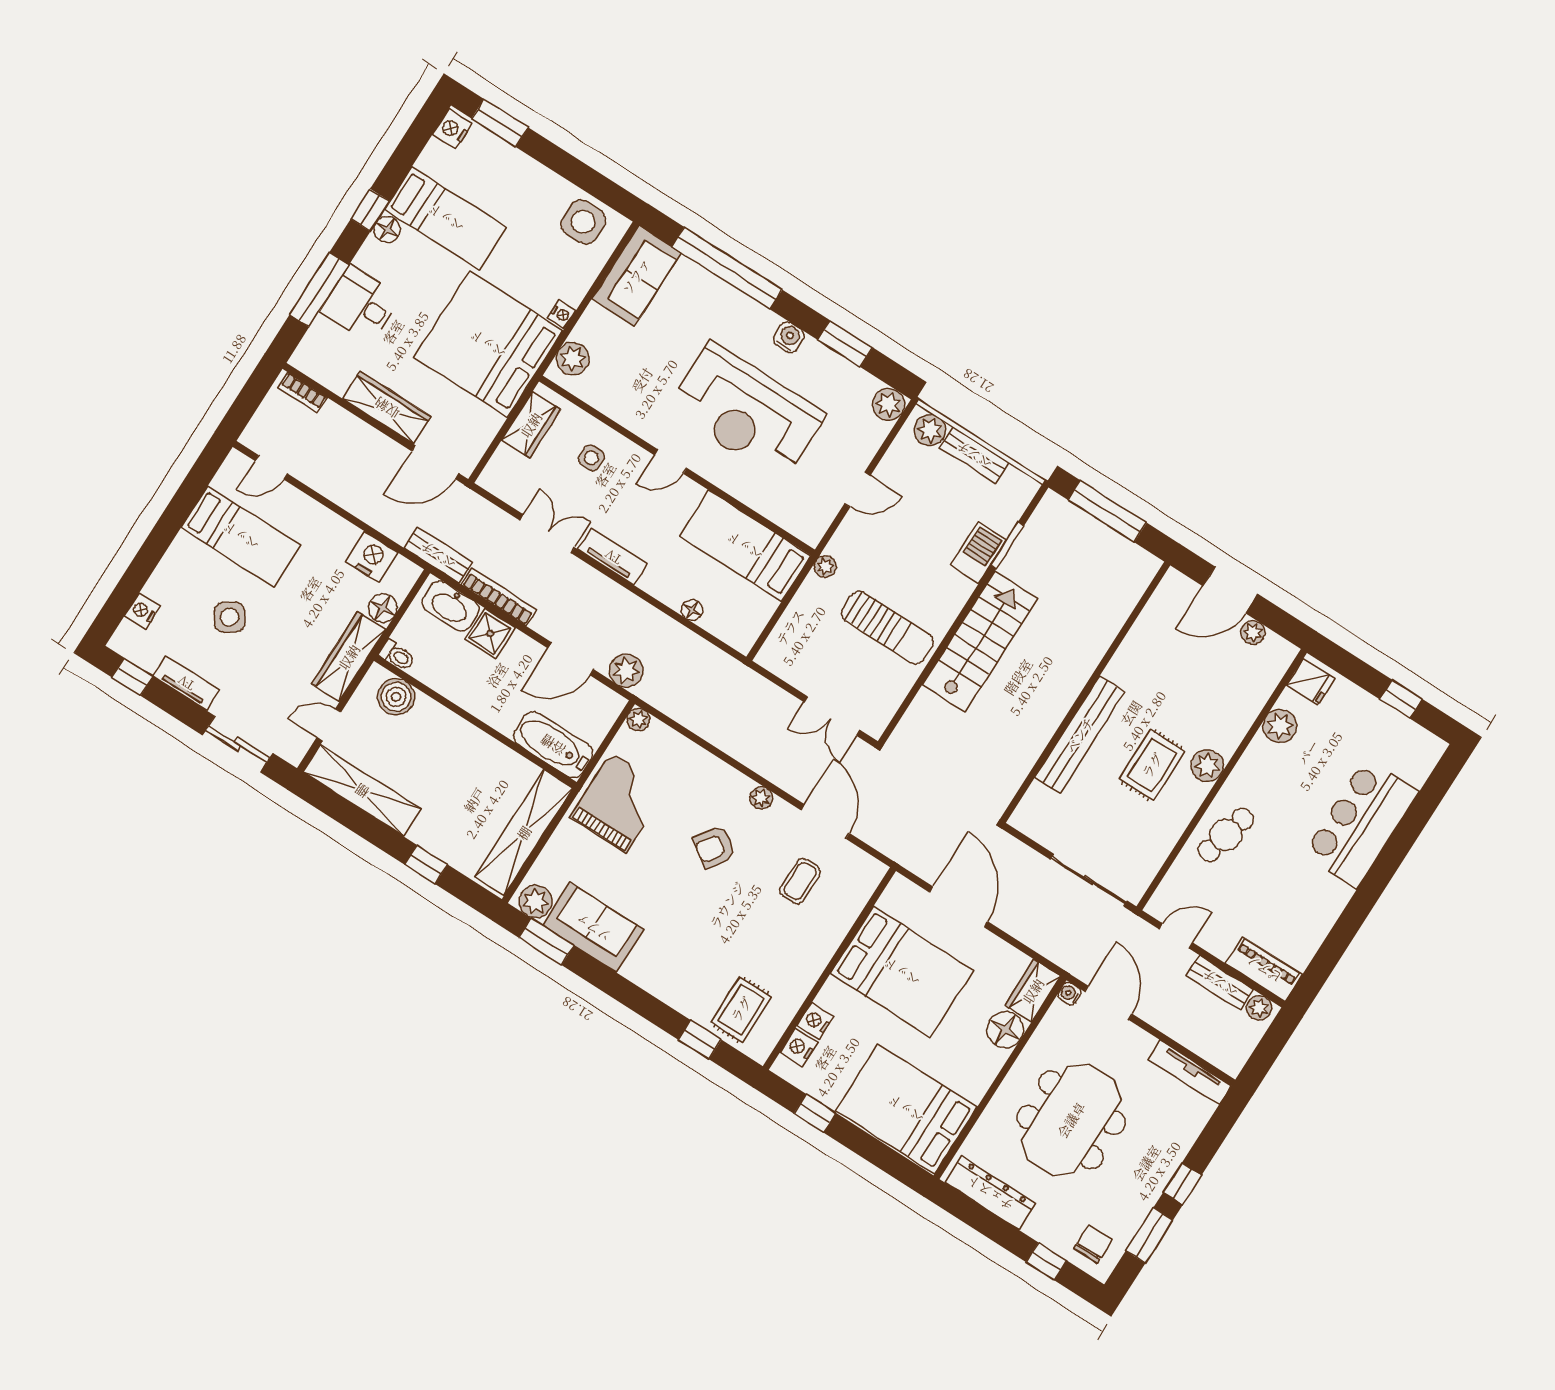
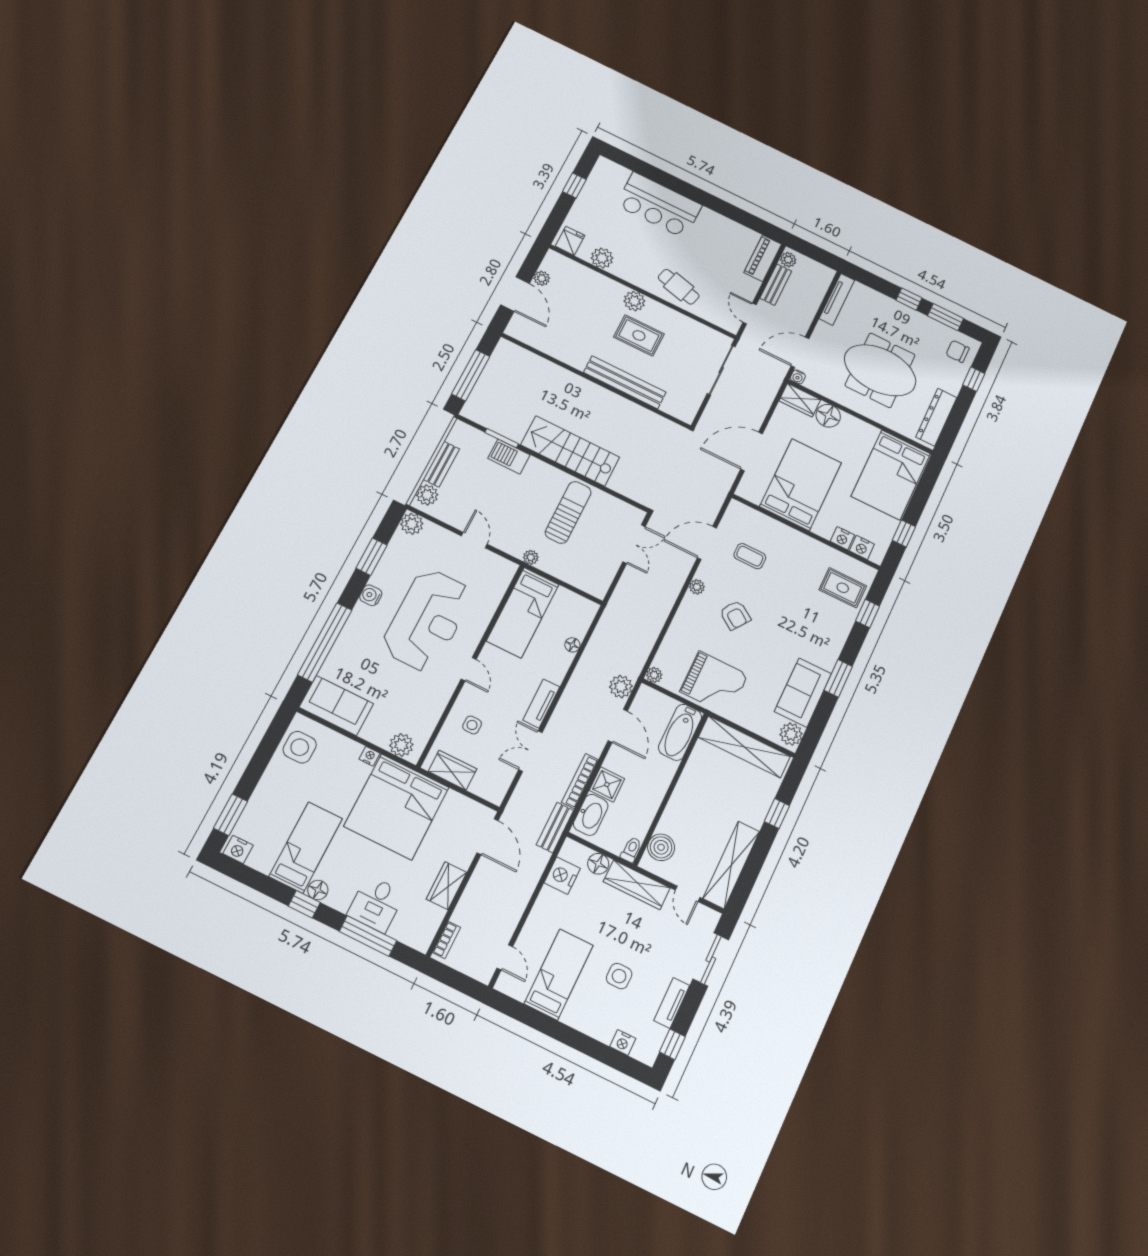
wardrobe: (387, 408) -> (447, 886), width x0.67
side table: (230, 617) -> (619, 976), turned 35
grand piano: (619, 803) -> (714, 683), turned 180
window: (546, 941) -> (838, 678), moved

